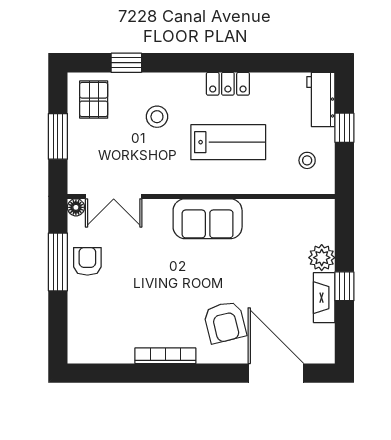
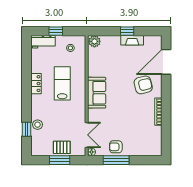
pallet: (94, 100) -> (62, 147), moved
stool: (157, 117) -> (38, 125), moved
plant: (322, 258) -> (94, 41), moved

